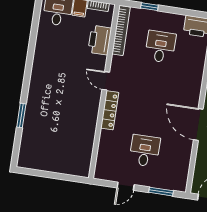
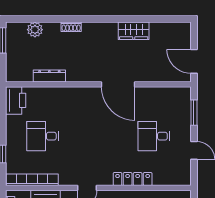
locker: (110, 110) -> (133, 179), moved
door: (198, 125) -> (118, 84), hinge flipped

